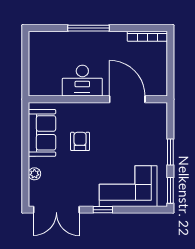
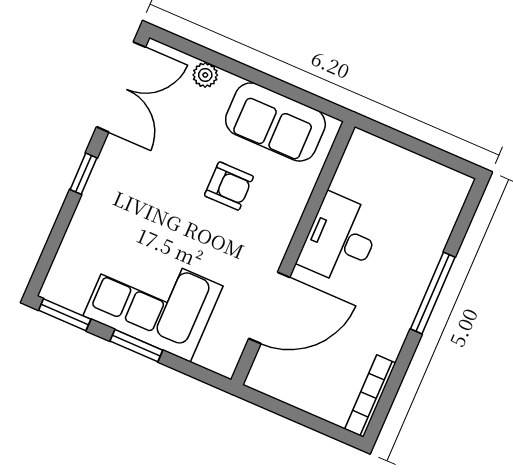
corner sofa: (128, 186) -> (153, 301), moved, turned -90
double door: (56, 210) -> (121, 87), swing flipped

